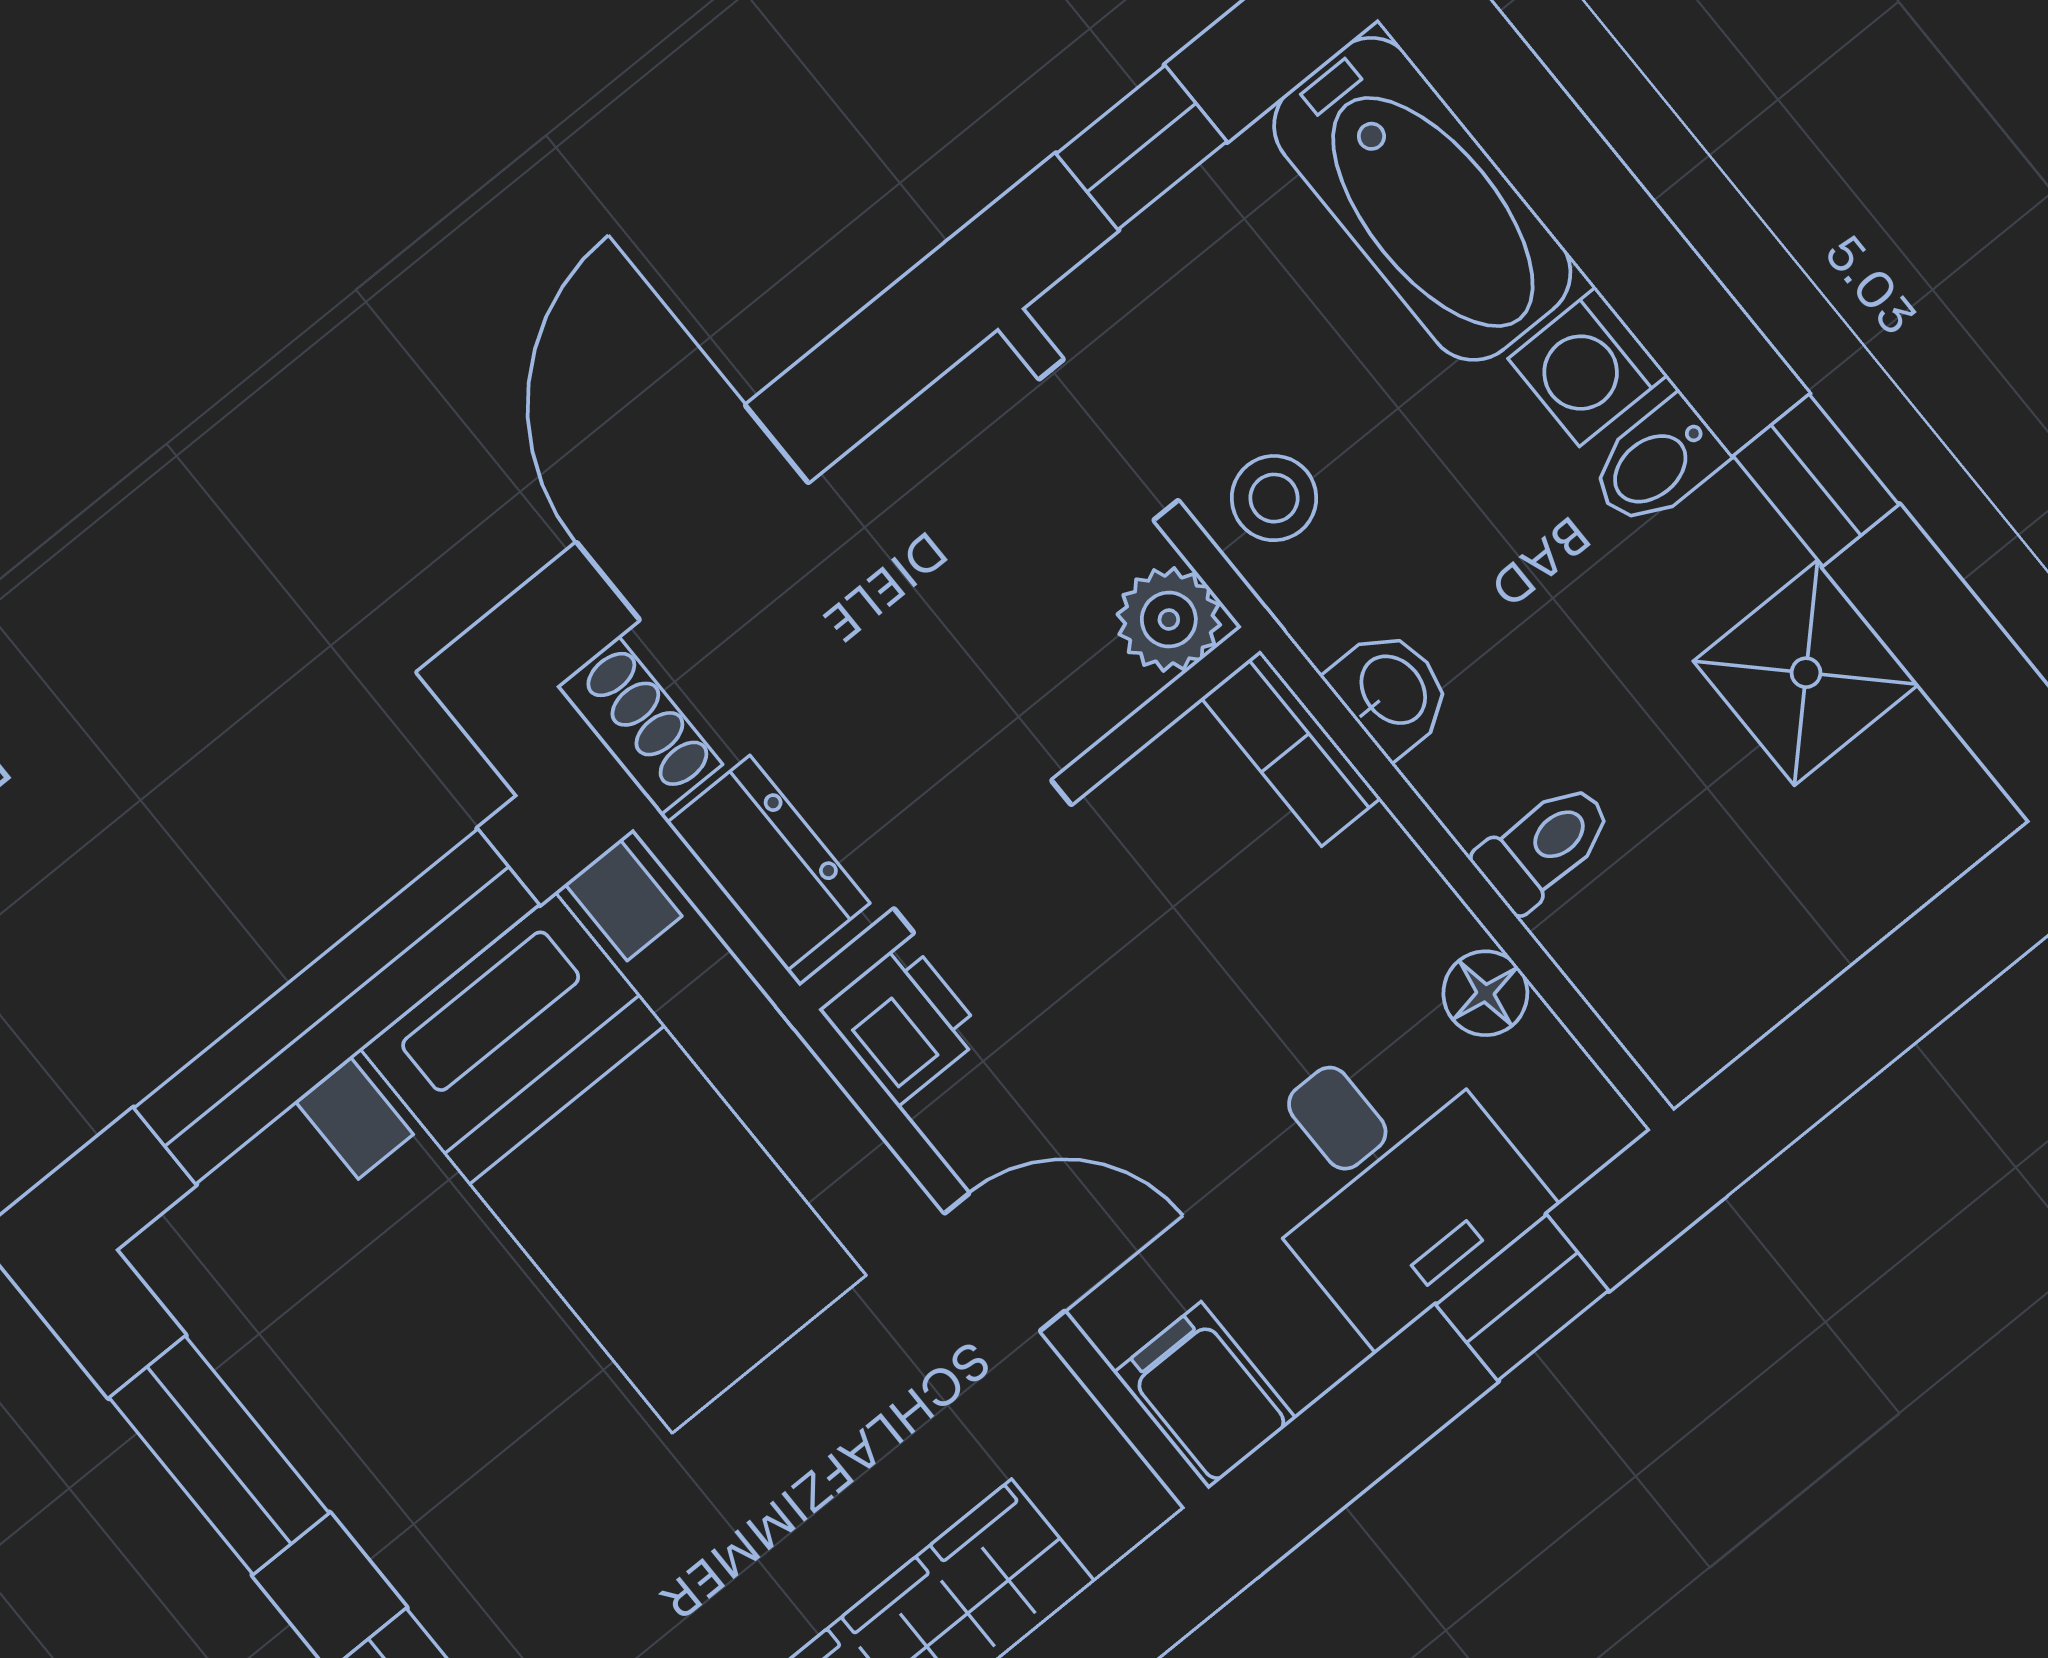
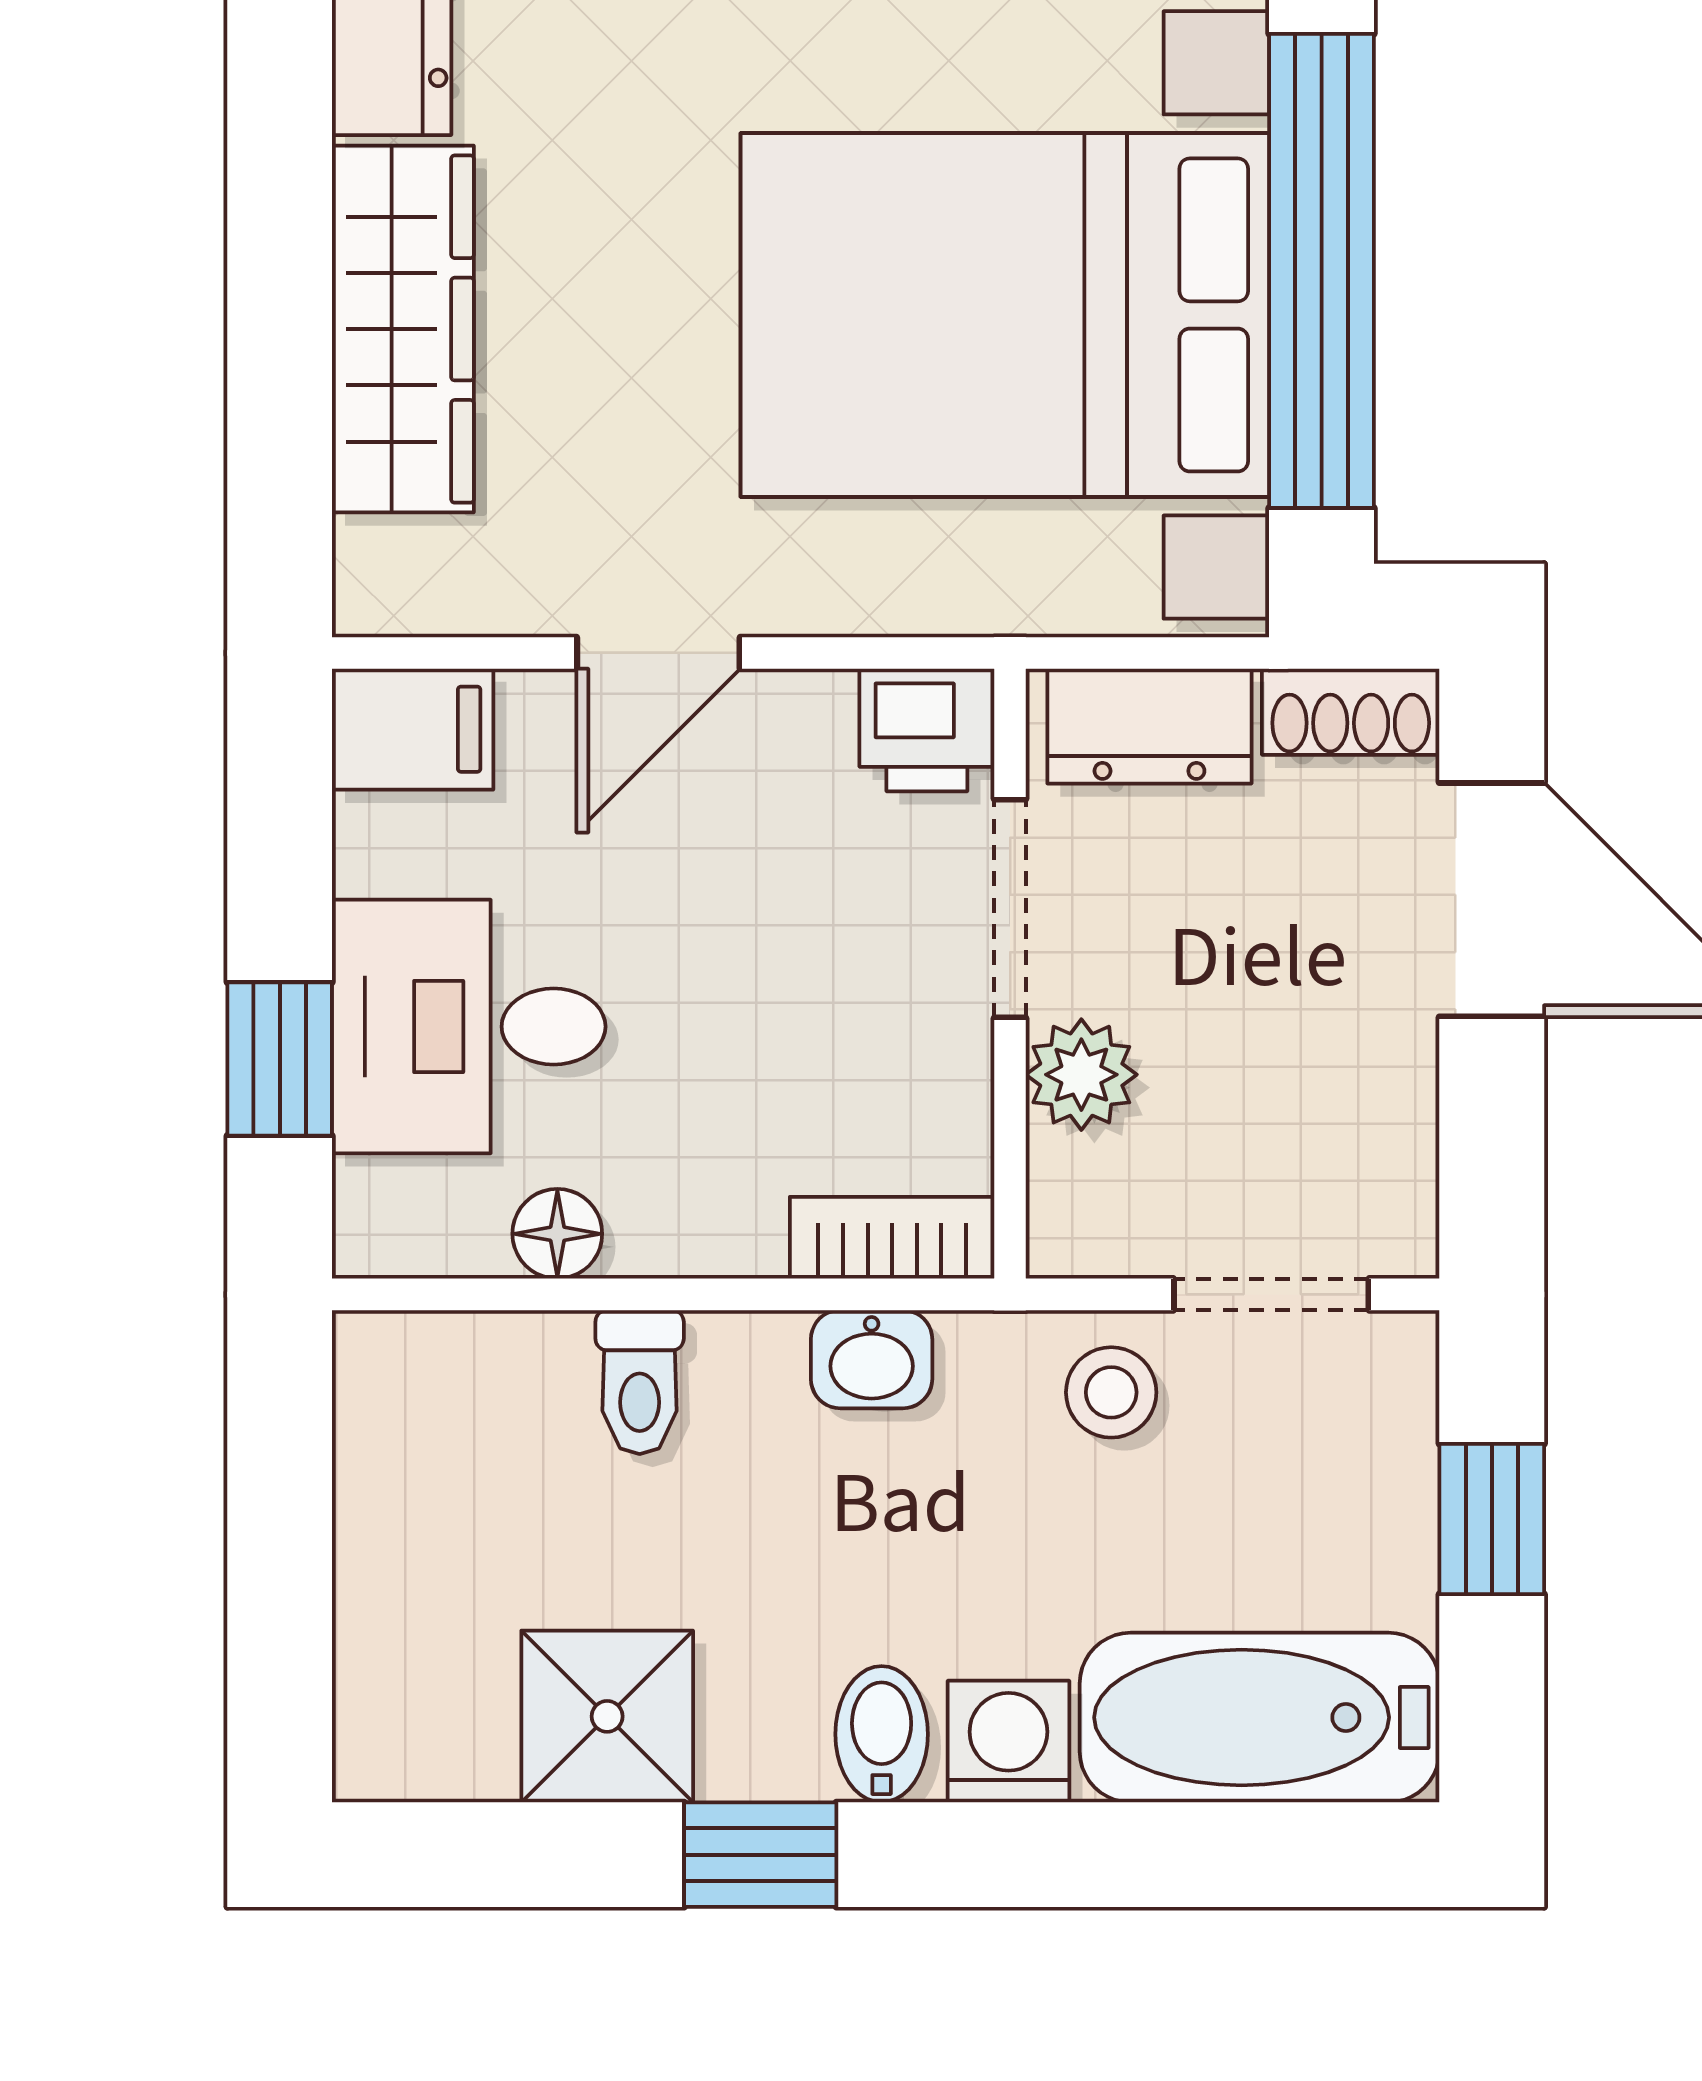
plant: (1169, 620) -> (1081, 1075), moved
bed with nightstands: (614, 1163) -> (1005, 315), width x1.36

